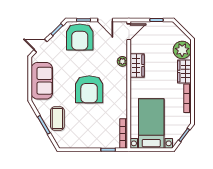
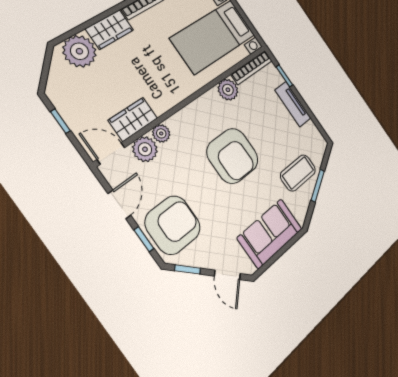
plant: (120, 49) -> (145, 149), added
wardrobe: (137, 66) -> (133, 119), moved
armchair: (89, 89) -> (233, 156), turned 90
plant: (121, 111) -> (228, 90), added
tv unit: (91, 143) -> (293, 104), added

